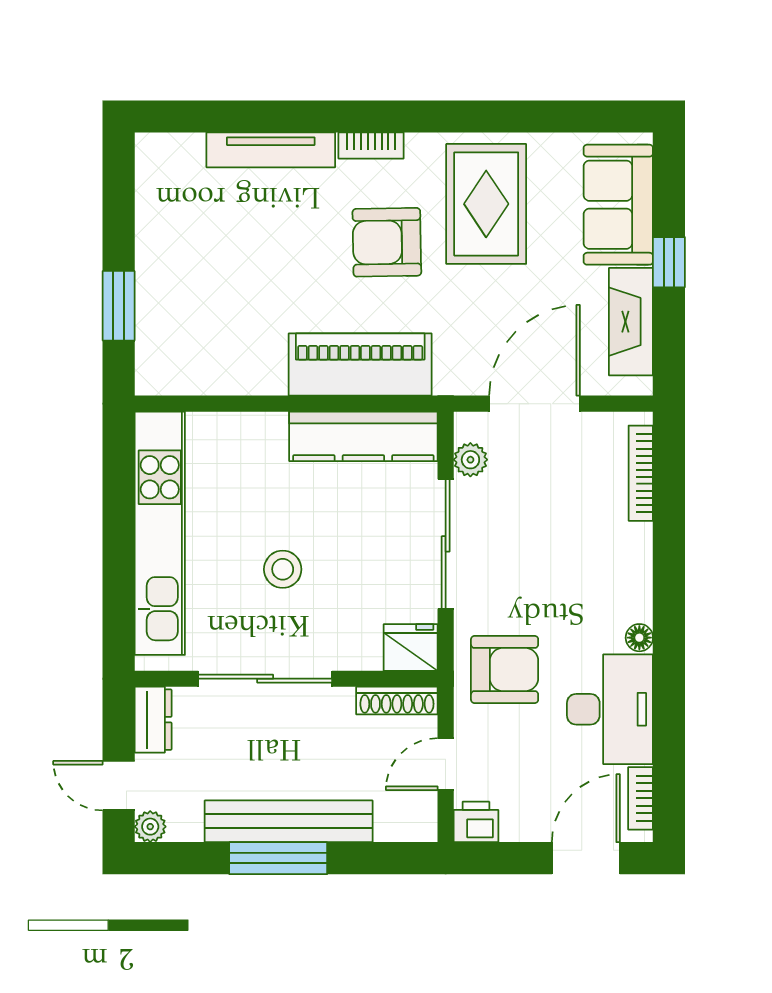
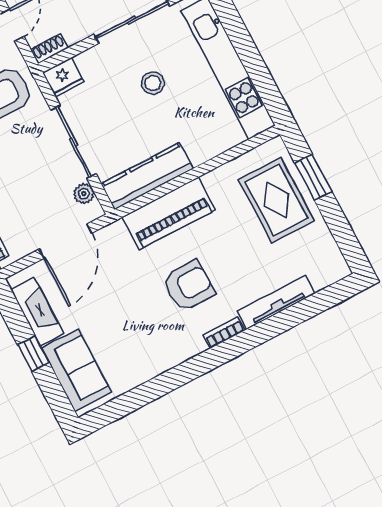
rug: (486, 204) -> (276, 200), moved
shoe rack: (397, 701) -> (49, 49), width x0.70

